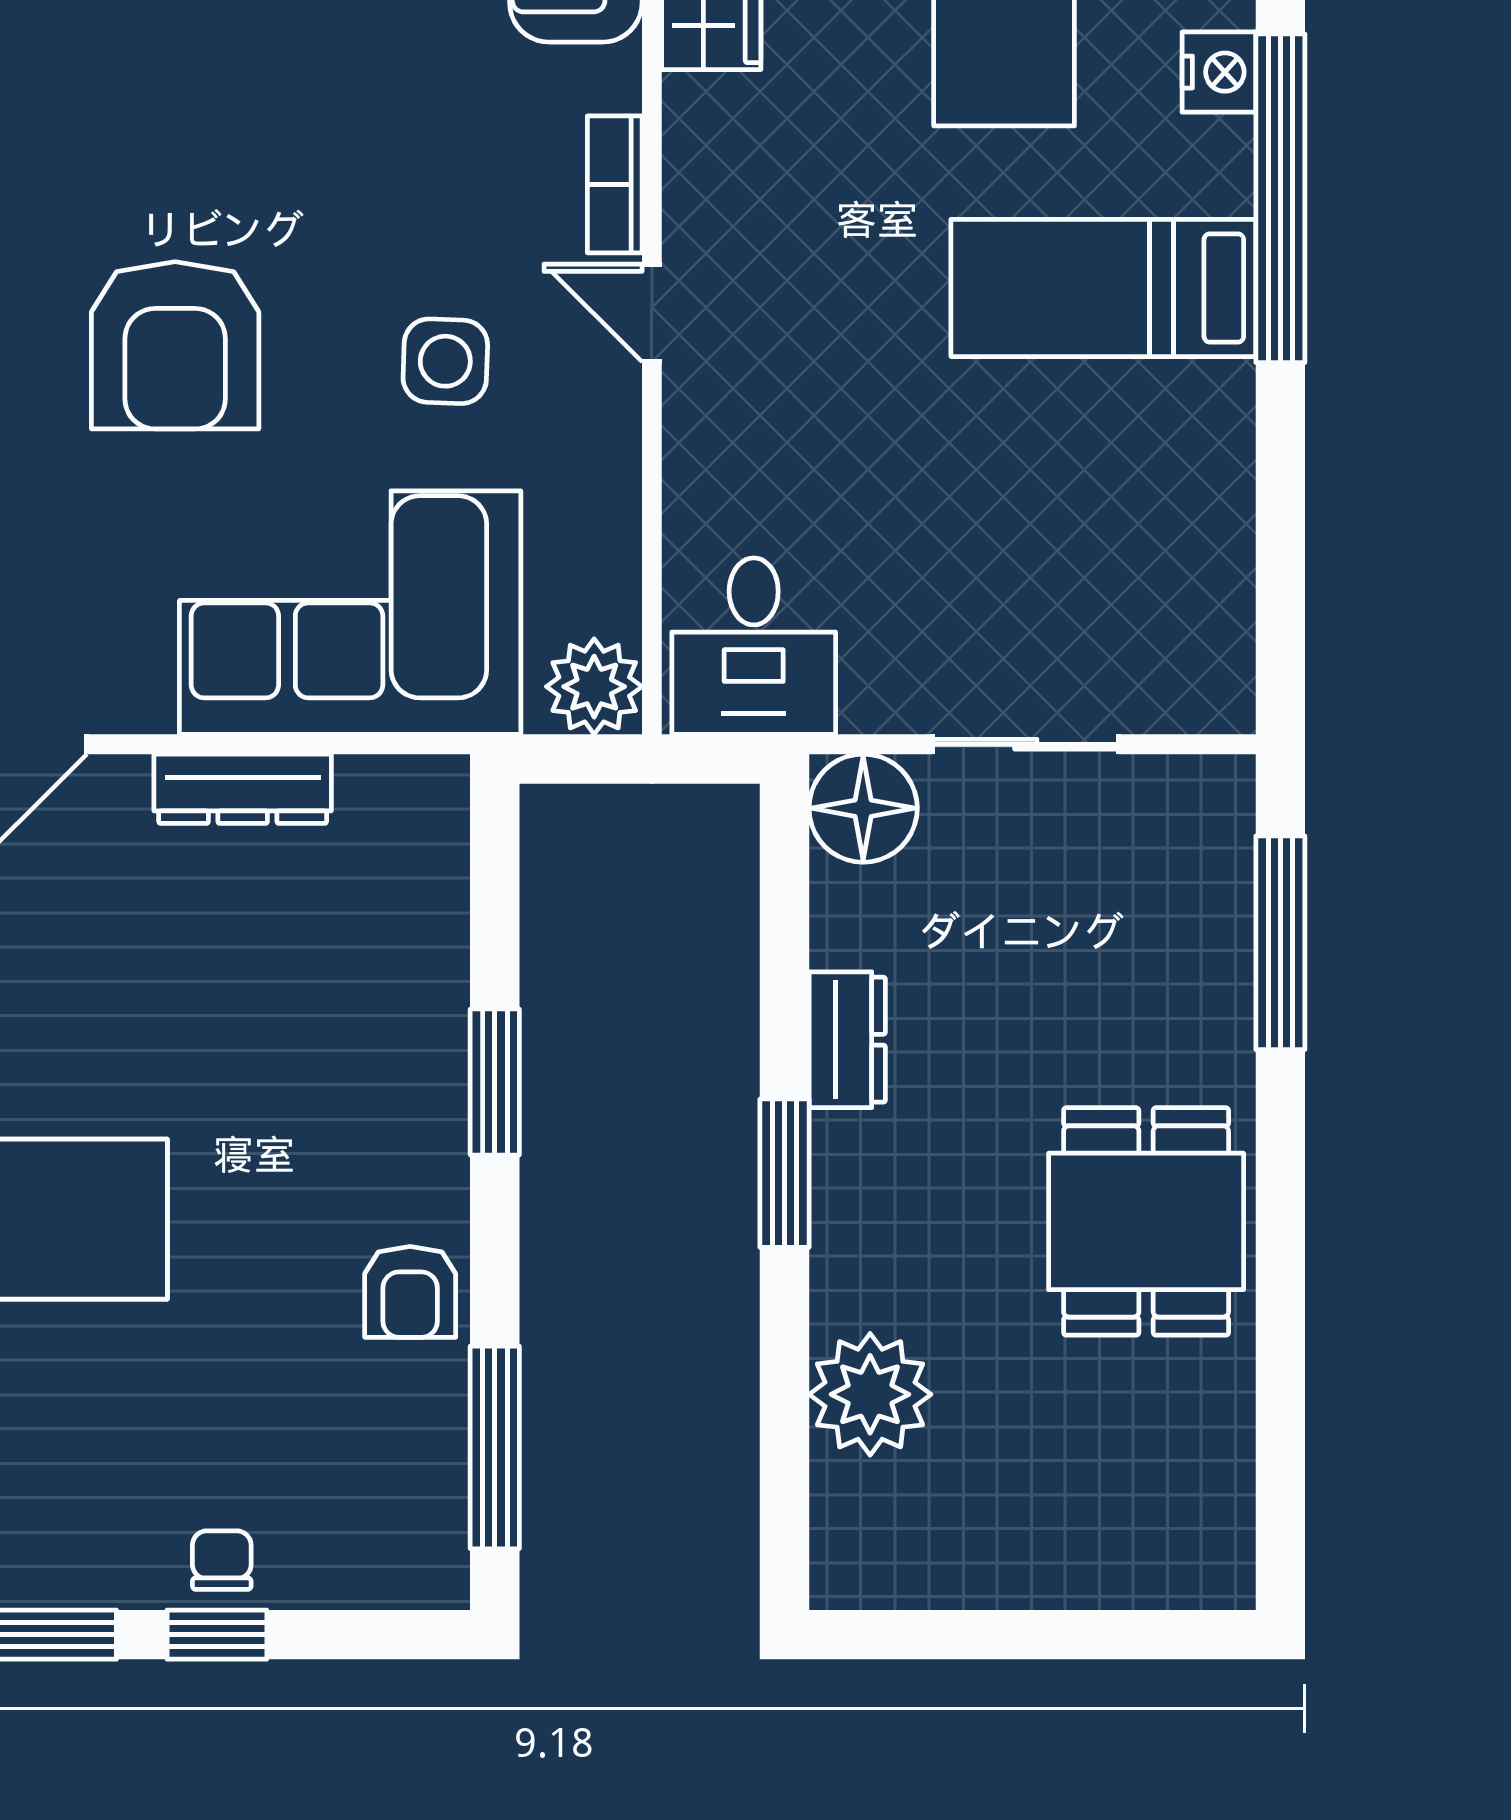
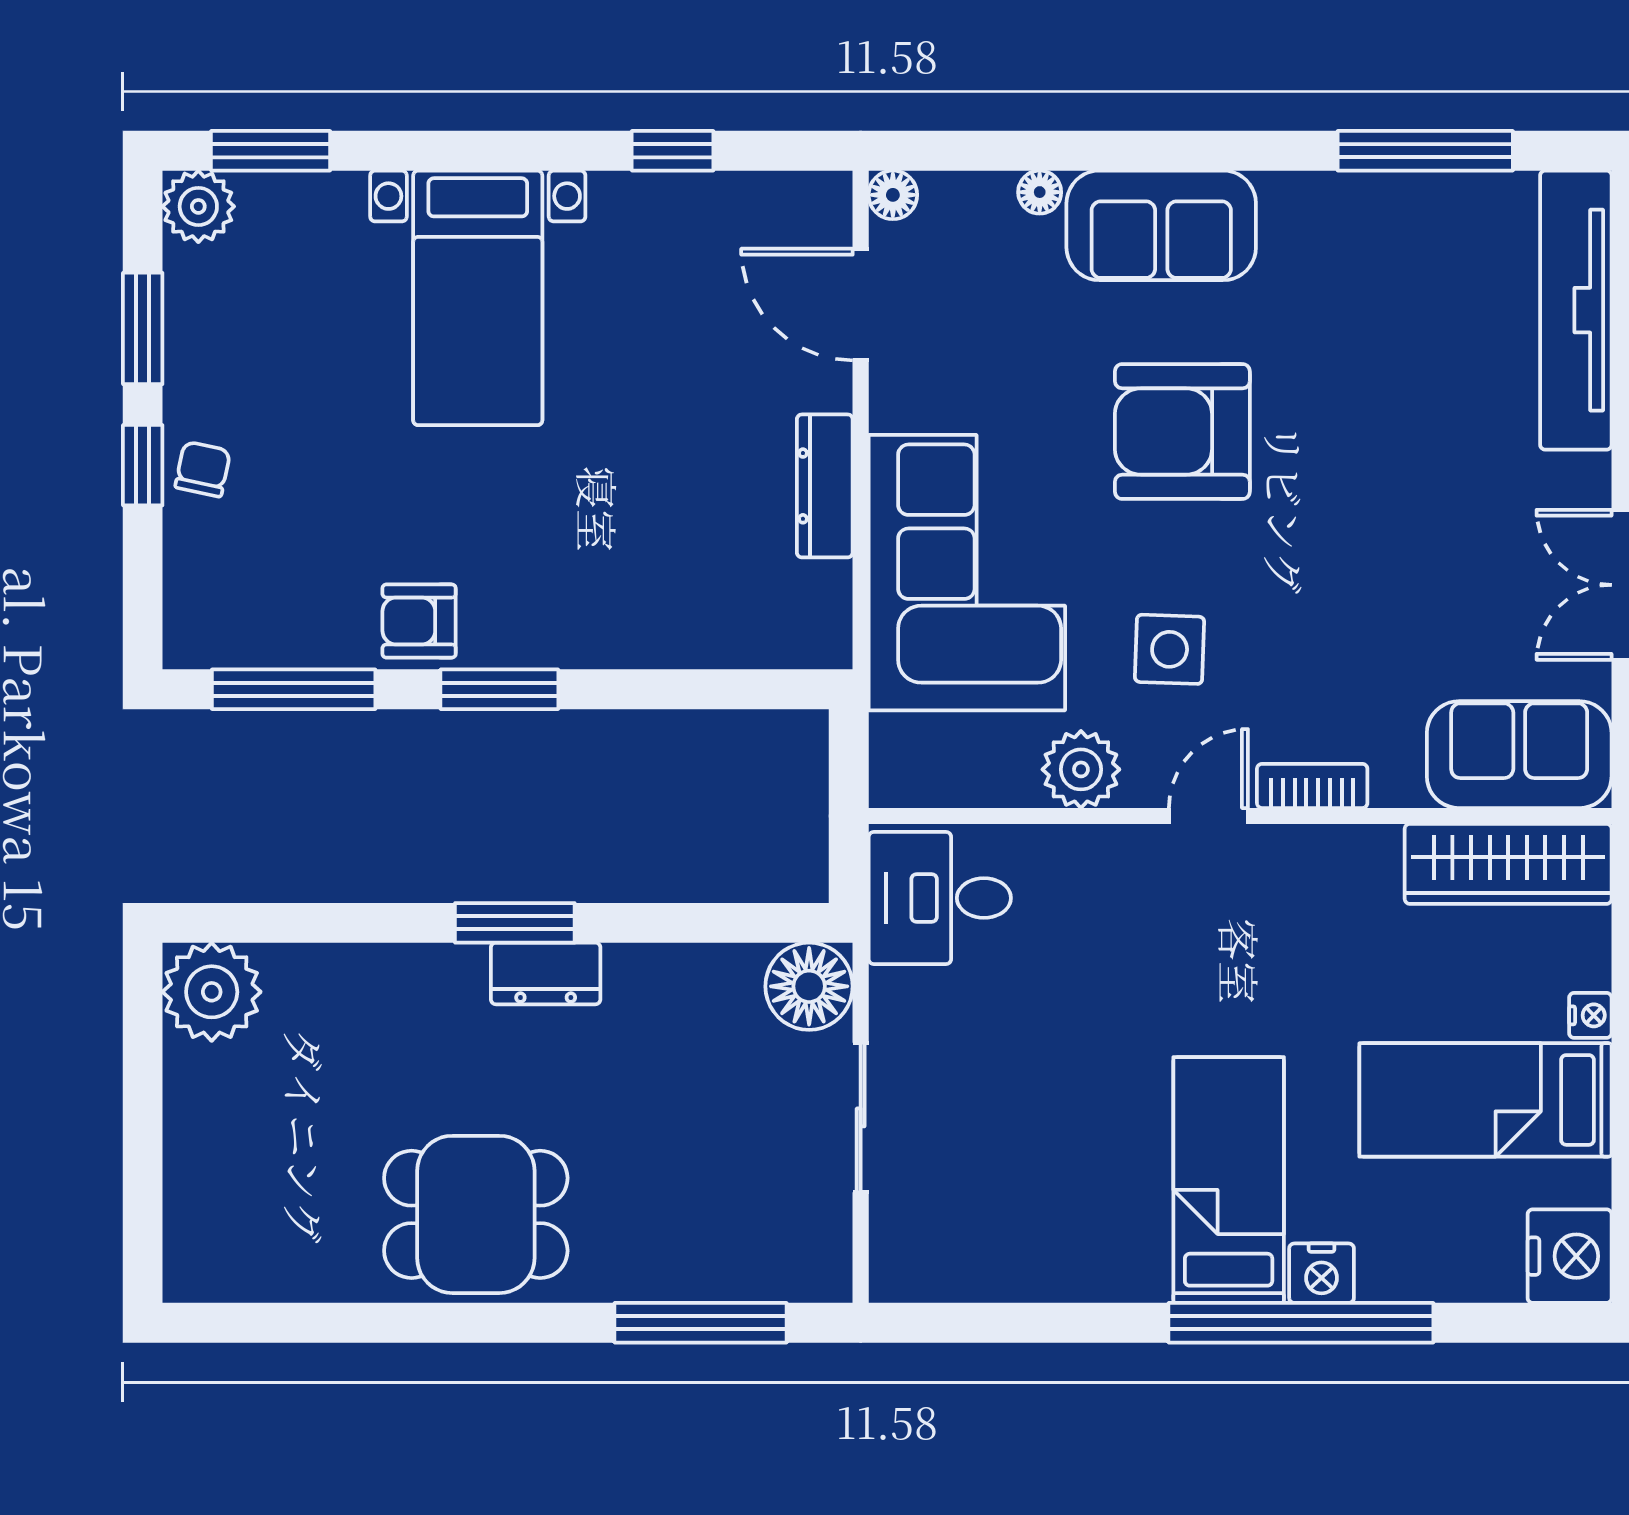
nightstand: (1219, 72) -> (1322, 1273), moved
plant: (594, 687) -> (1081, 769), moved
dresser: (847, 1040) -> (546, 973), moved
window: (495, 1082) -> (499, 689), moved
plant: (870, 1394) -> (212, 992), moved
chair: (222, 1560) -> (203, 469), turned -78

